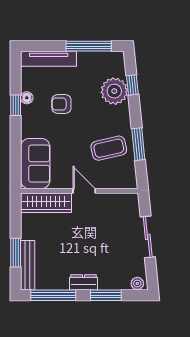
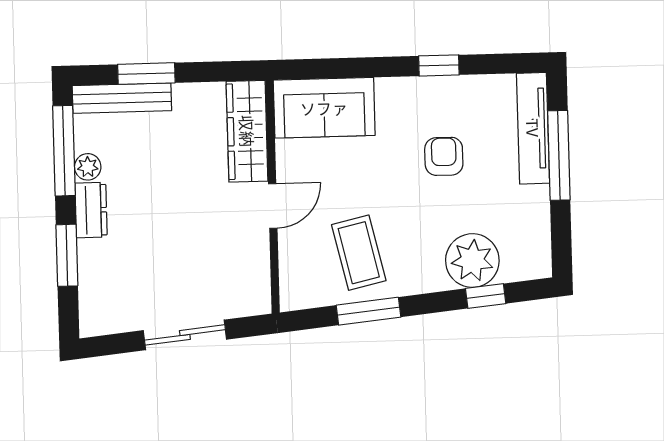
window: (89, 46) -> (559, 155), moved
floor lamp: (27, 98) -> (454, 87), removed
plant: (137, 283) -> (88, 167), moved

